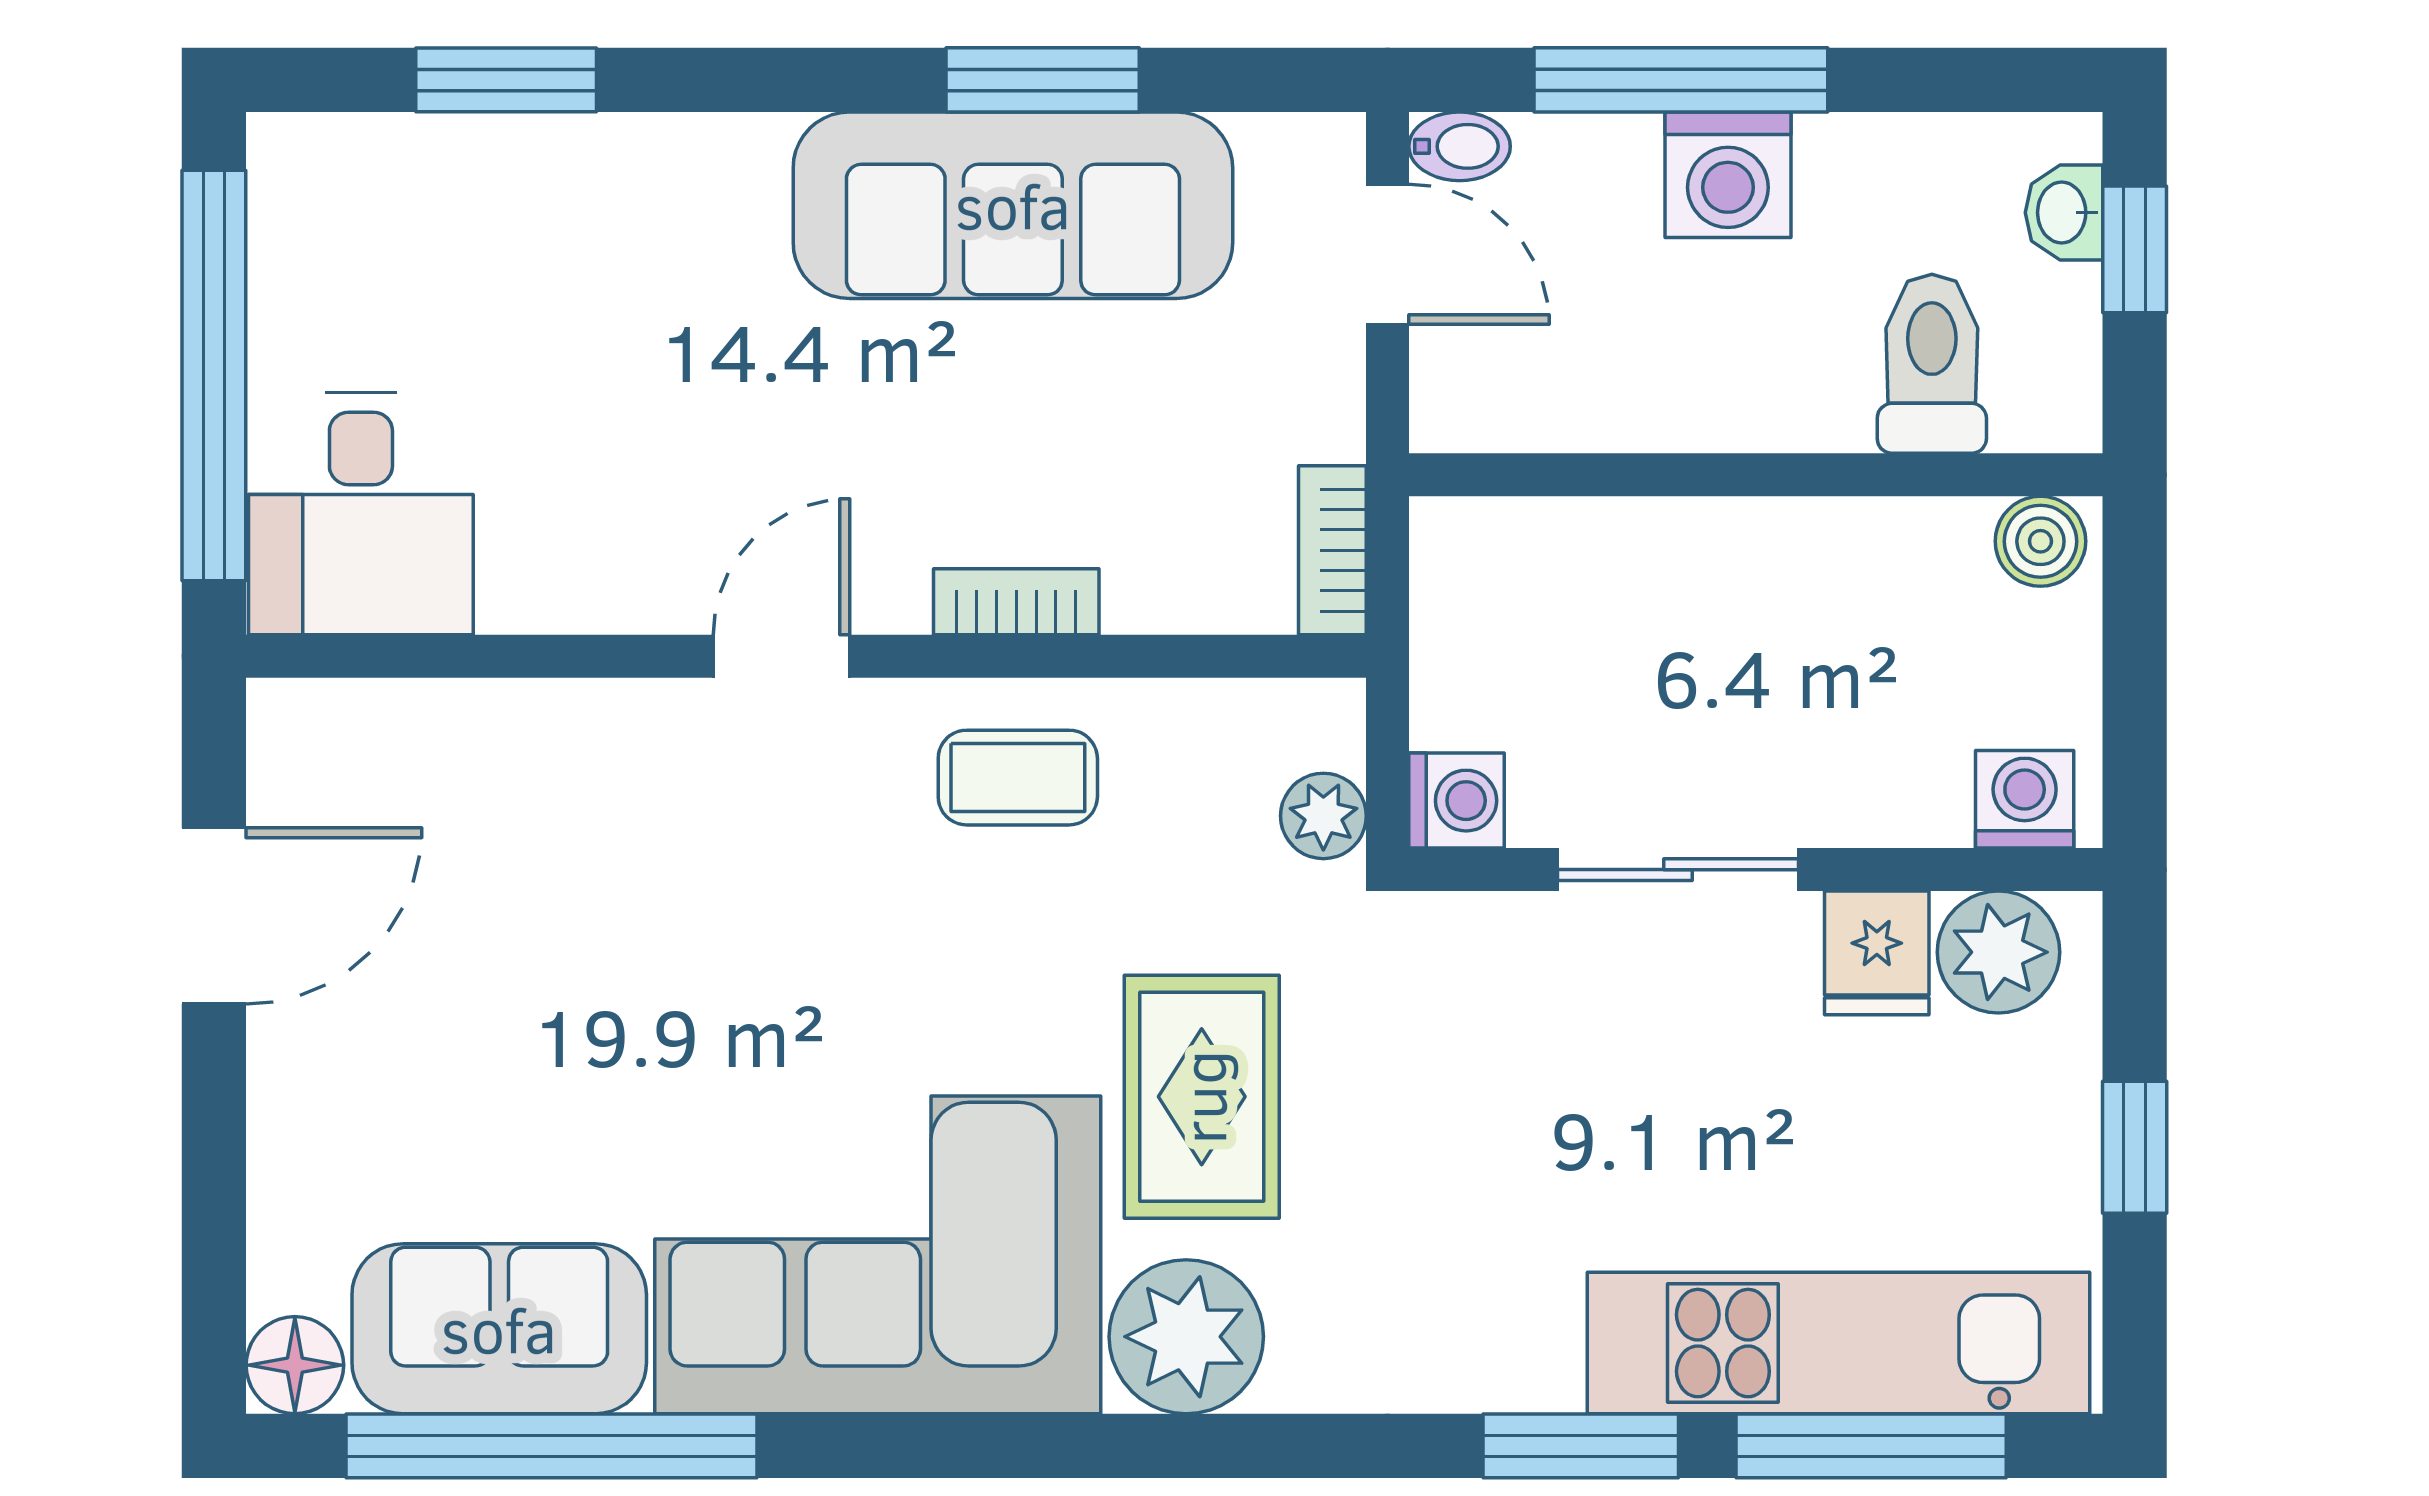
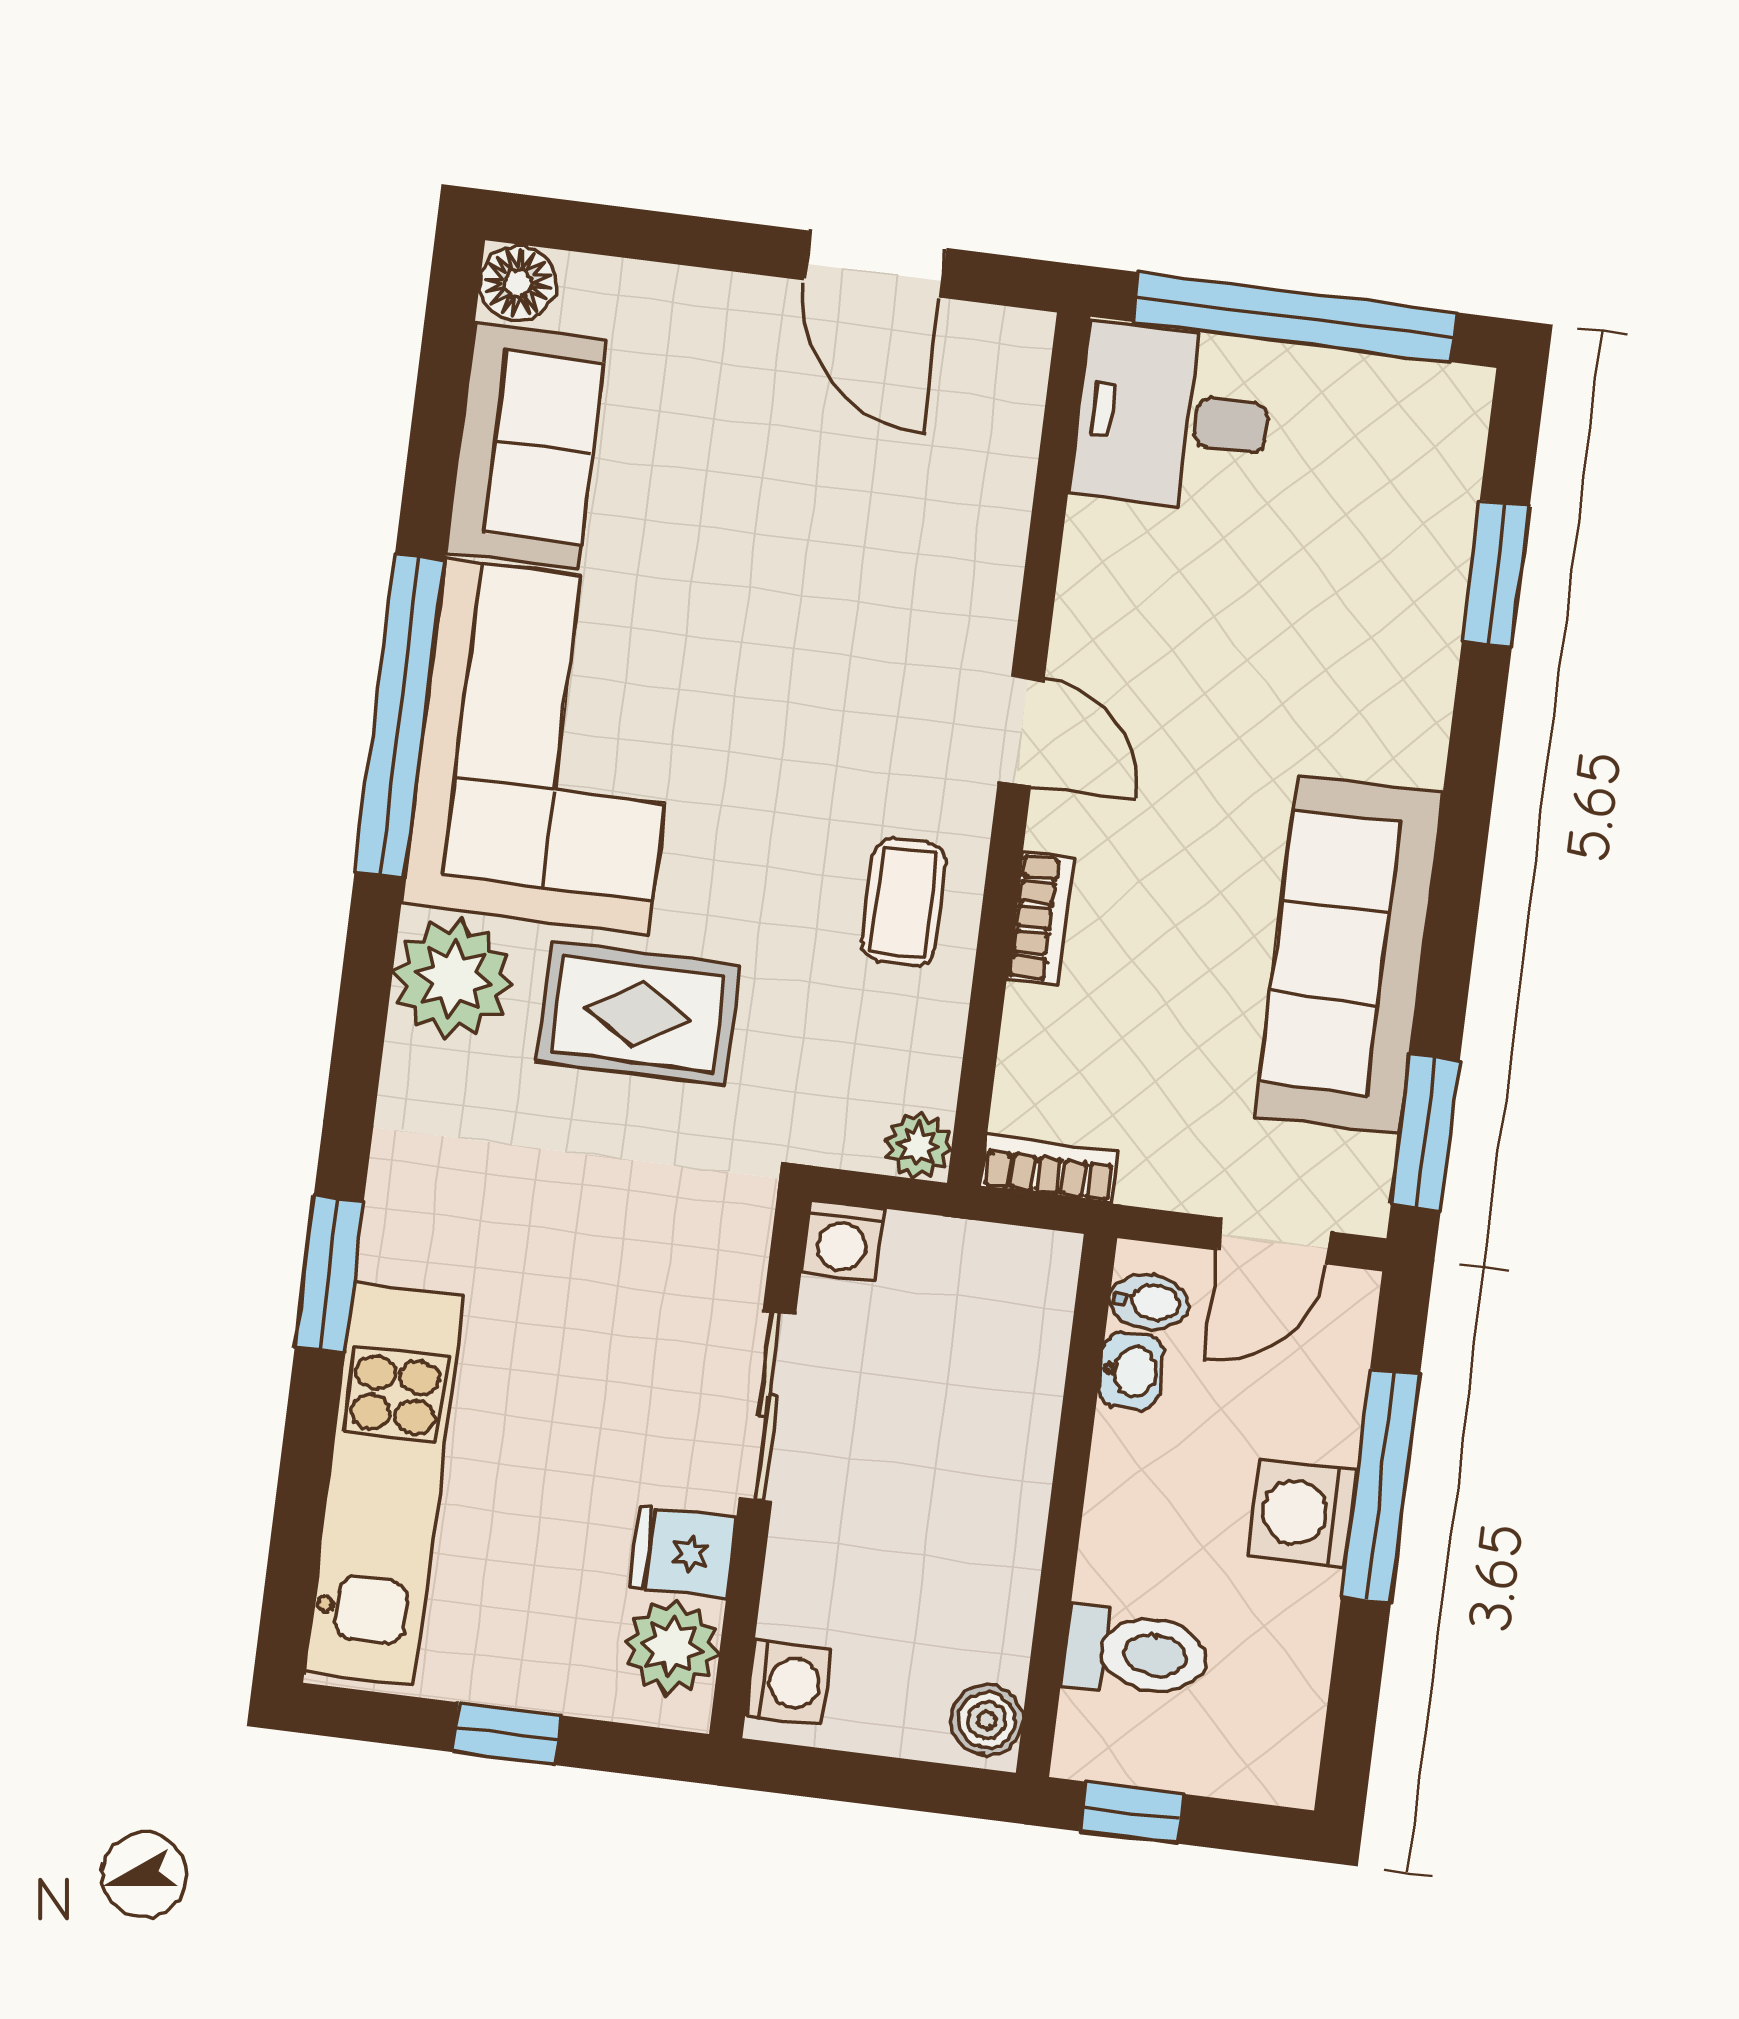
window: (1043, 80) -> (1425, 1133), moved
bidet: (1460, 146) -> (1149, 1302), moved, turned -90
washbasin: (2064, 213) -> (1131, 1371), moved, turned 90
window: (2135, 249) -> (1132, 1813), moved
plant: (1323, 816) -> (918, 1145), moved
window: (551, 1446) -> (400, 716), moved
window: (1871, 1446) -> (301, 1500), removed

